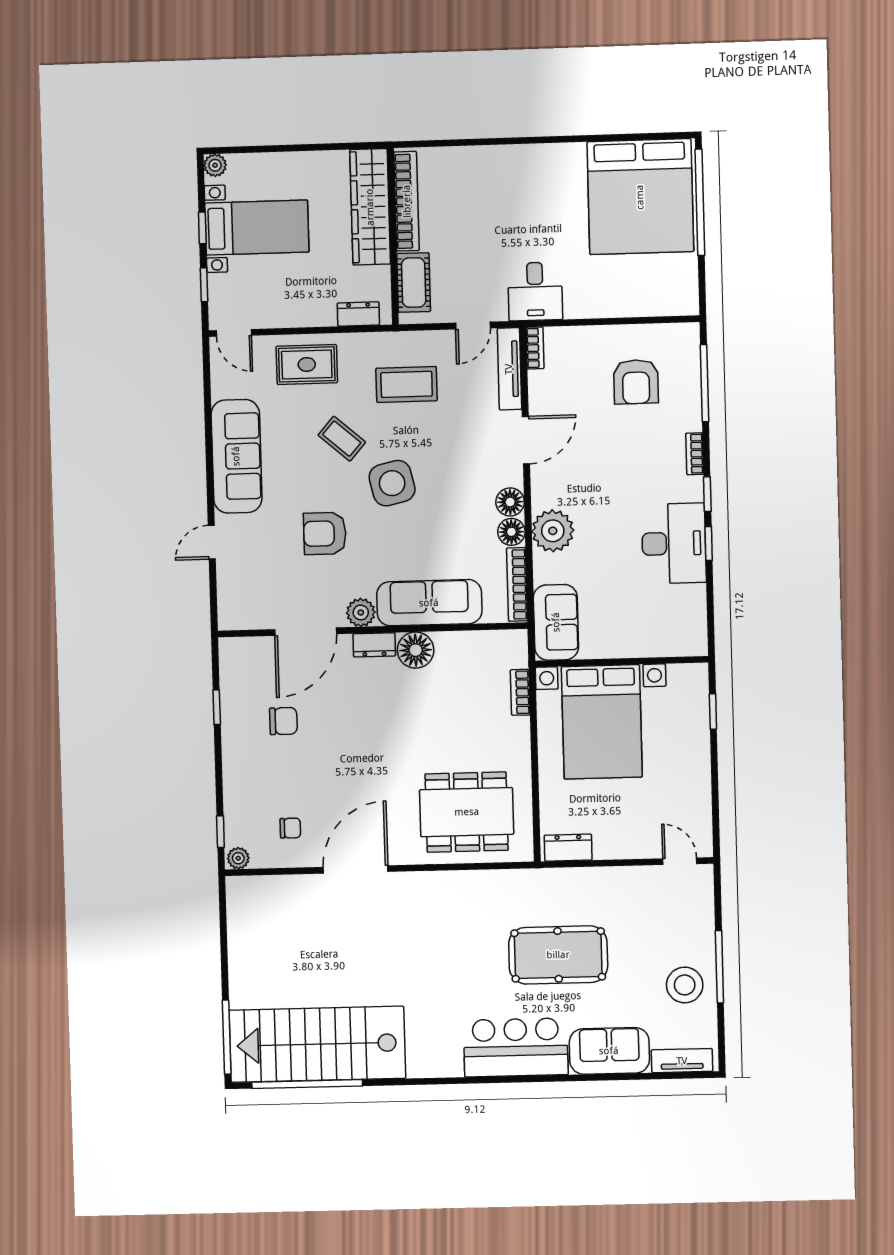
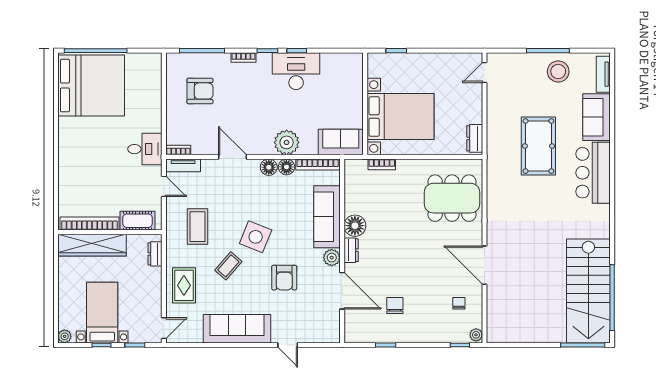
tv unit: (509, 369) -> (183, 165), width x0.71
side table: (392, 483) -> (256, 237), turned 35
dining table: (467, 812) -> (452, 198), turned 90

